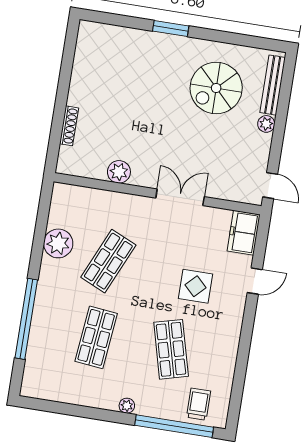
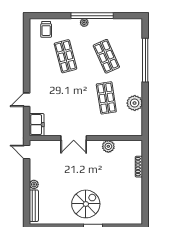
spiral stairs: (216, 88) -> (86, 204), moved
shop shelf: (108, 261) -> (106, 98), turned -33
display table: (196, 286) -> (58, 92), removed
shop shelf: (96, 337) -> (106, 56), turned -30
window: (174, 426) -> (92, 16), moved

